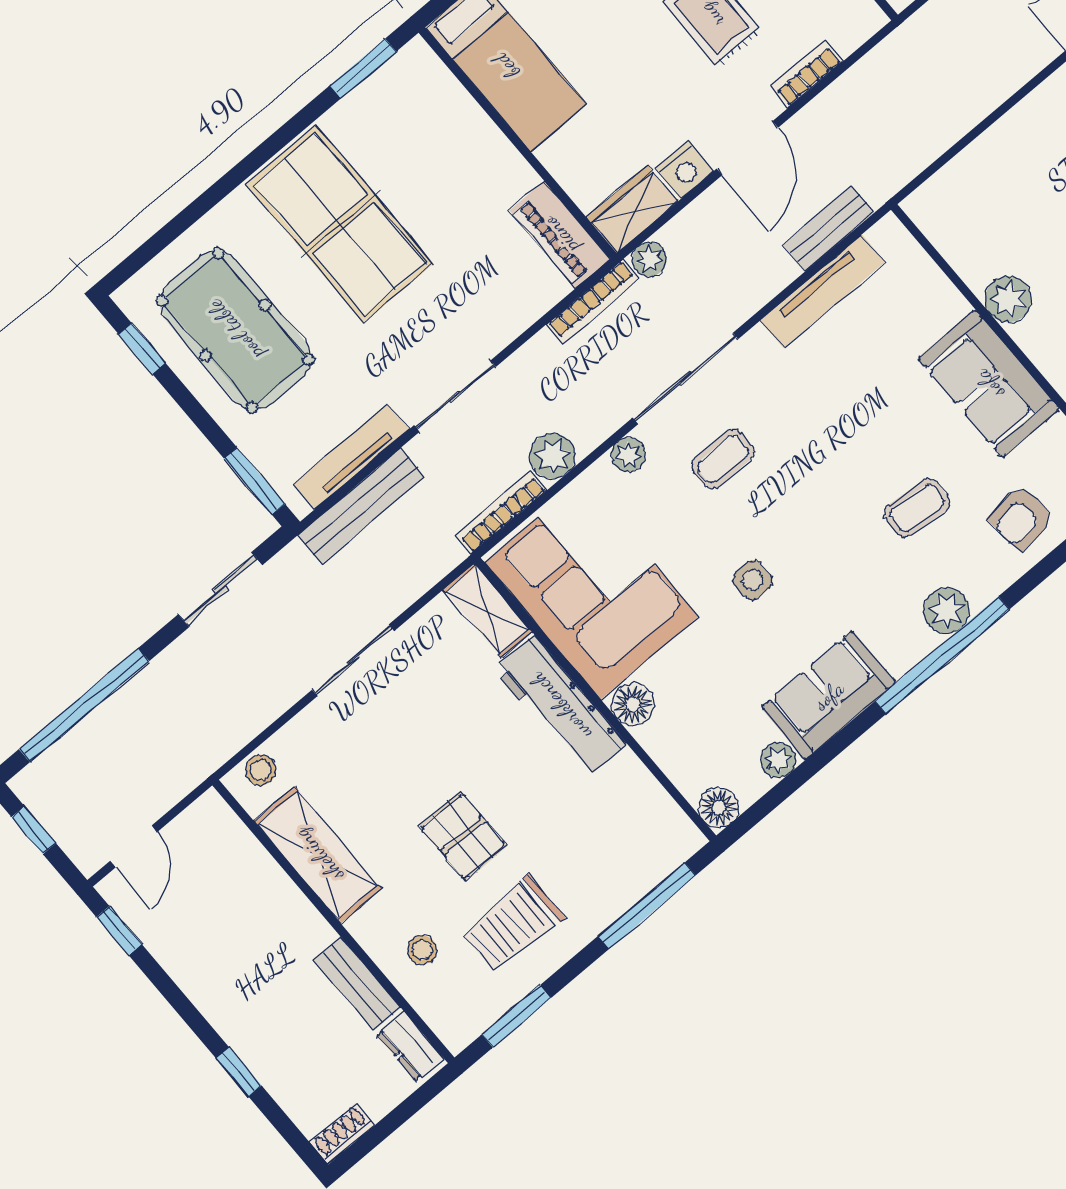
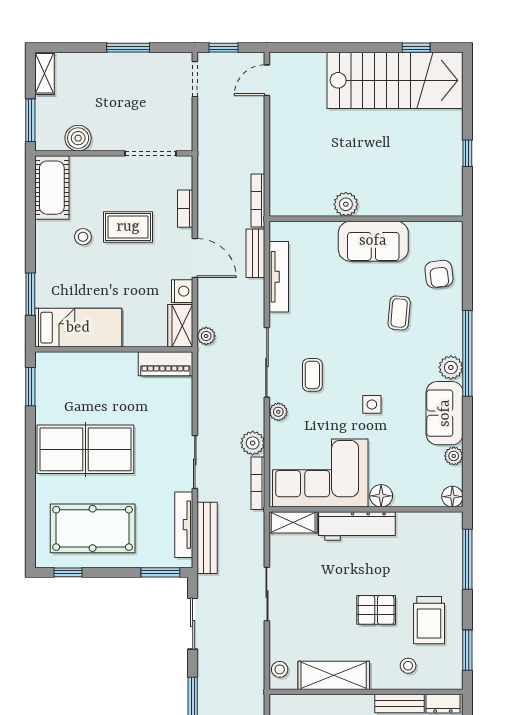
bookcase: (593, 302) -> (258, 201), moved, turned 180
plant: (946, 611) -> (451, 367), moved

